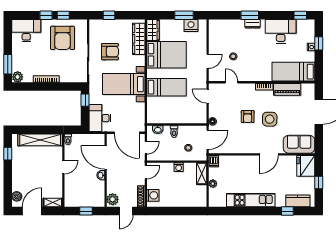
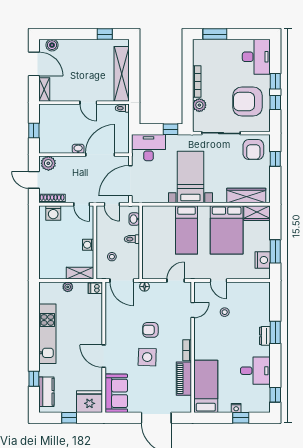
desk: (281, 31) -> (255, 371), width x0.73
armchair: (110, 52) -> (253, 149), moved
plant: (18, 77) -> (199, 105), moved

